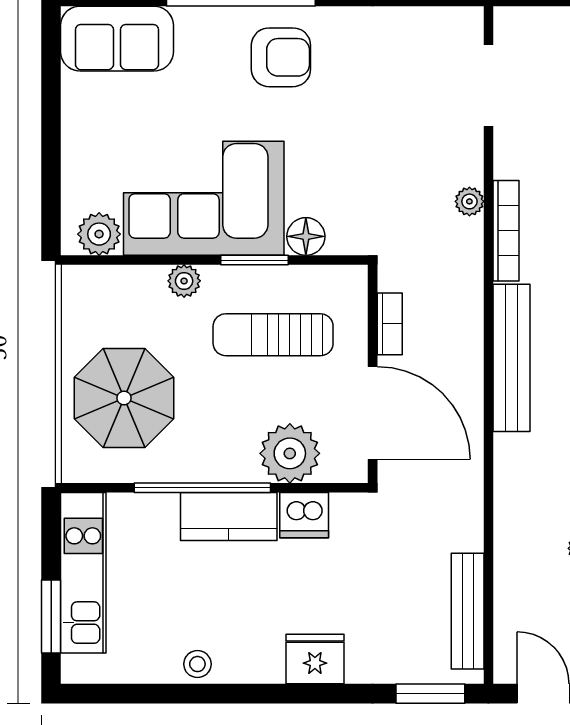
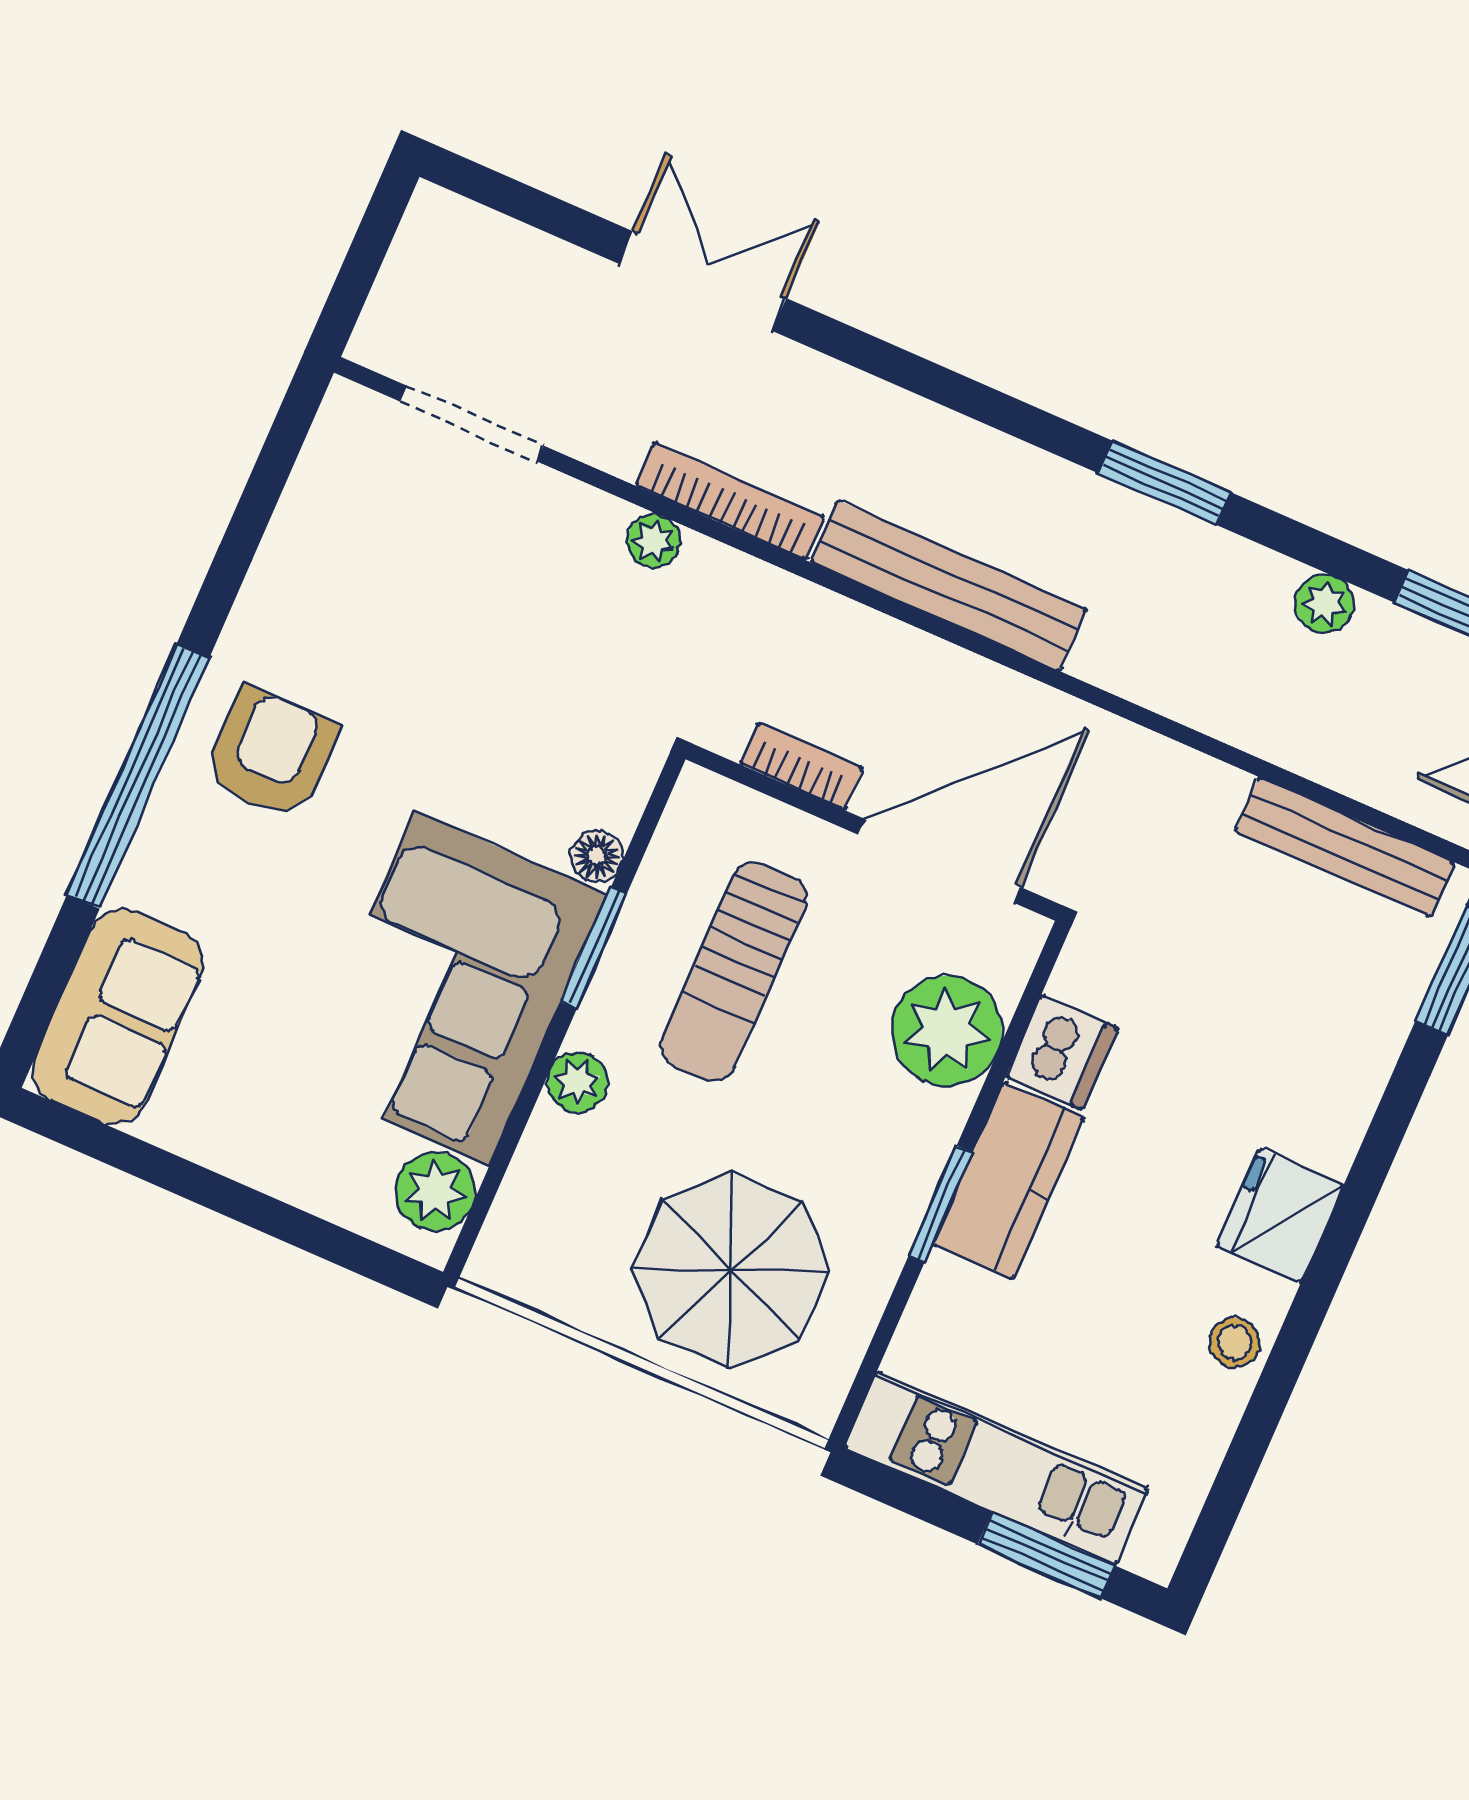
floor lamp: (306, 236) -> (597, 856), width x0.73, depth x0.73
window: (202, 488) -> (941, 1204), width x0.47
fridge: (315, 659) -> (1280, 1216), moved

